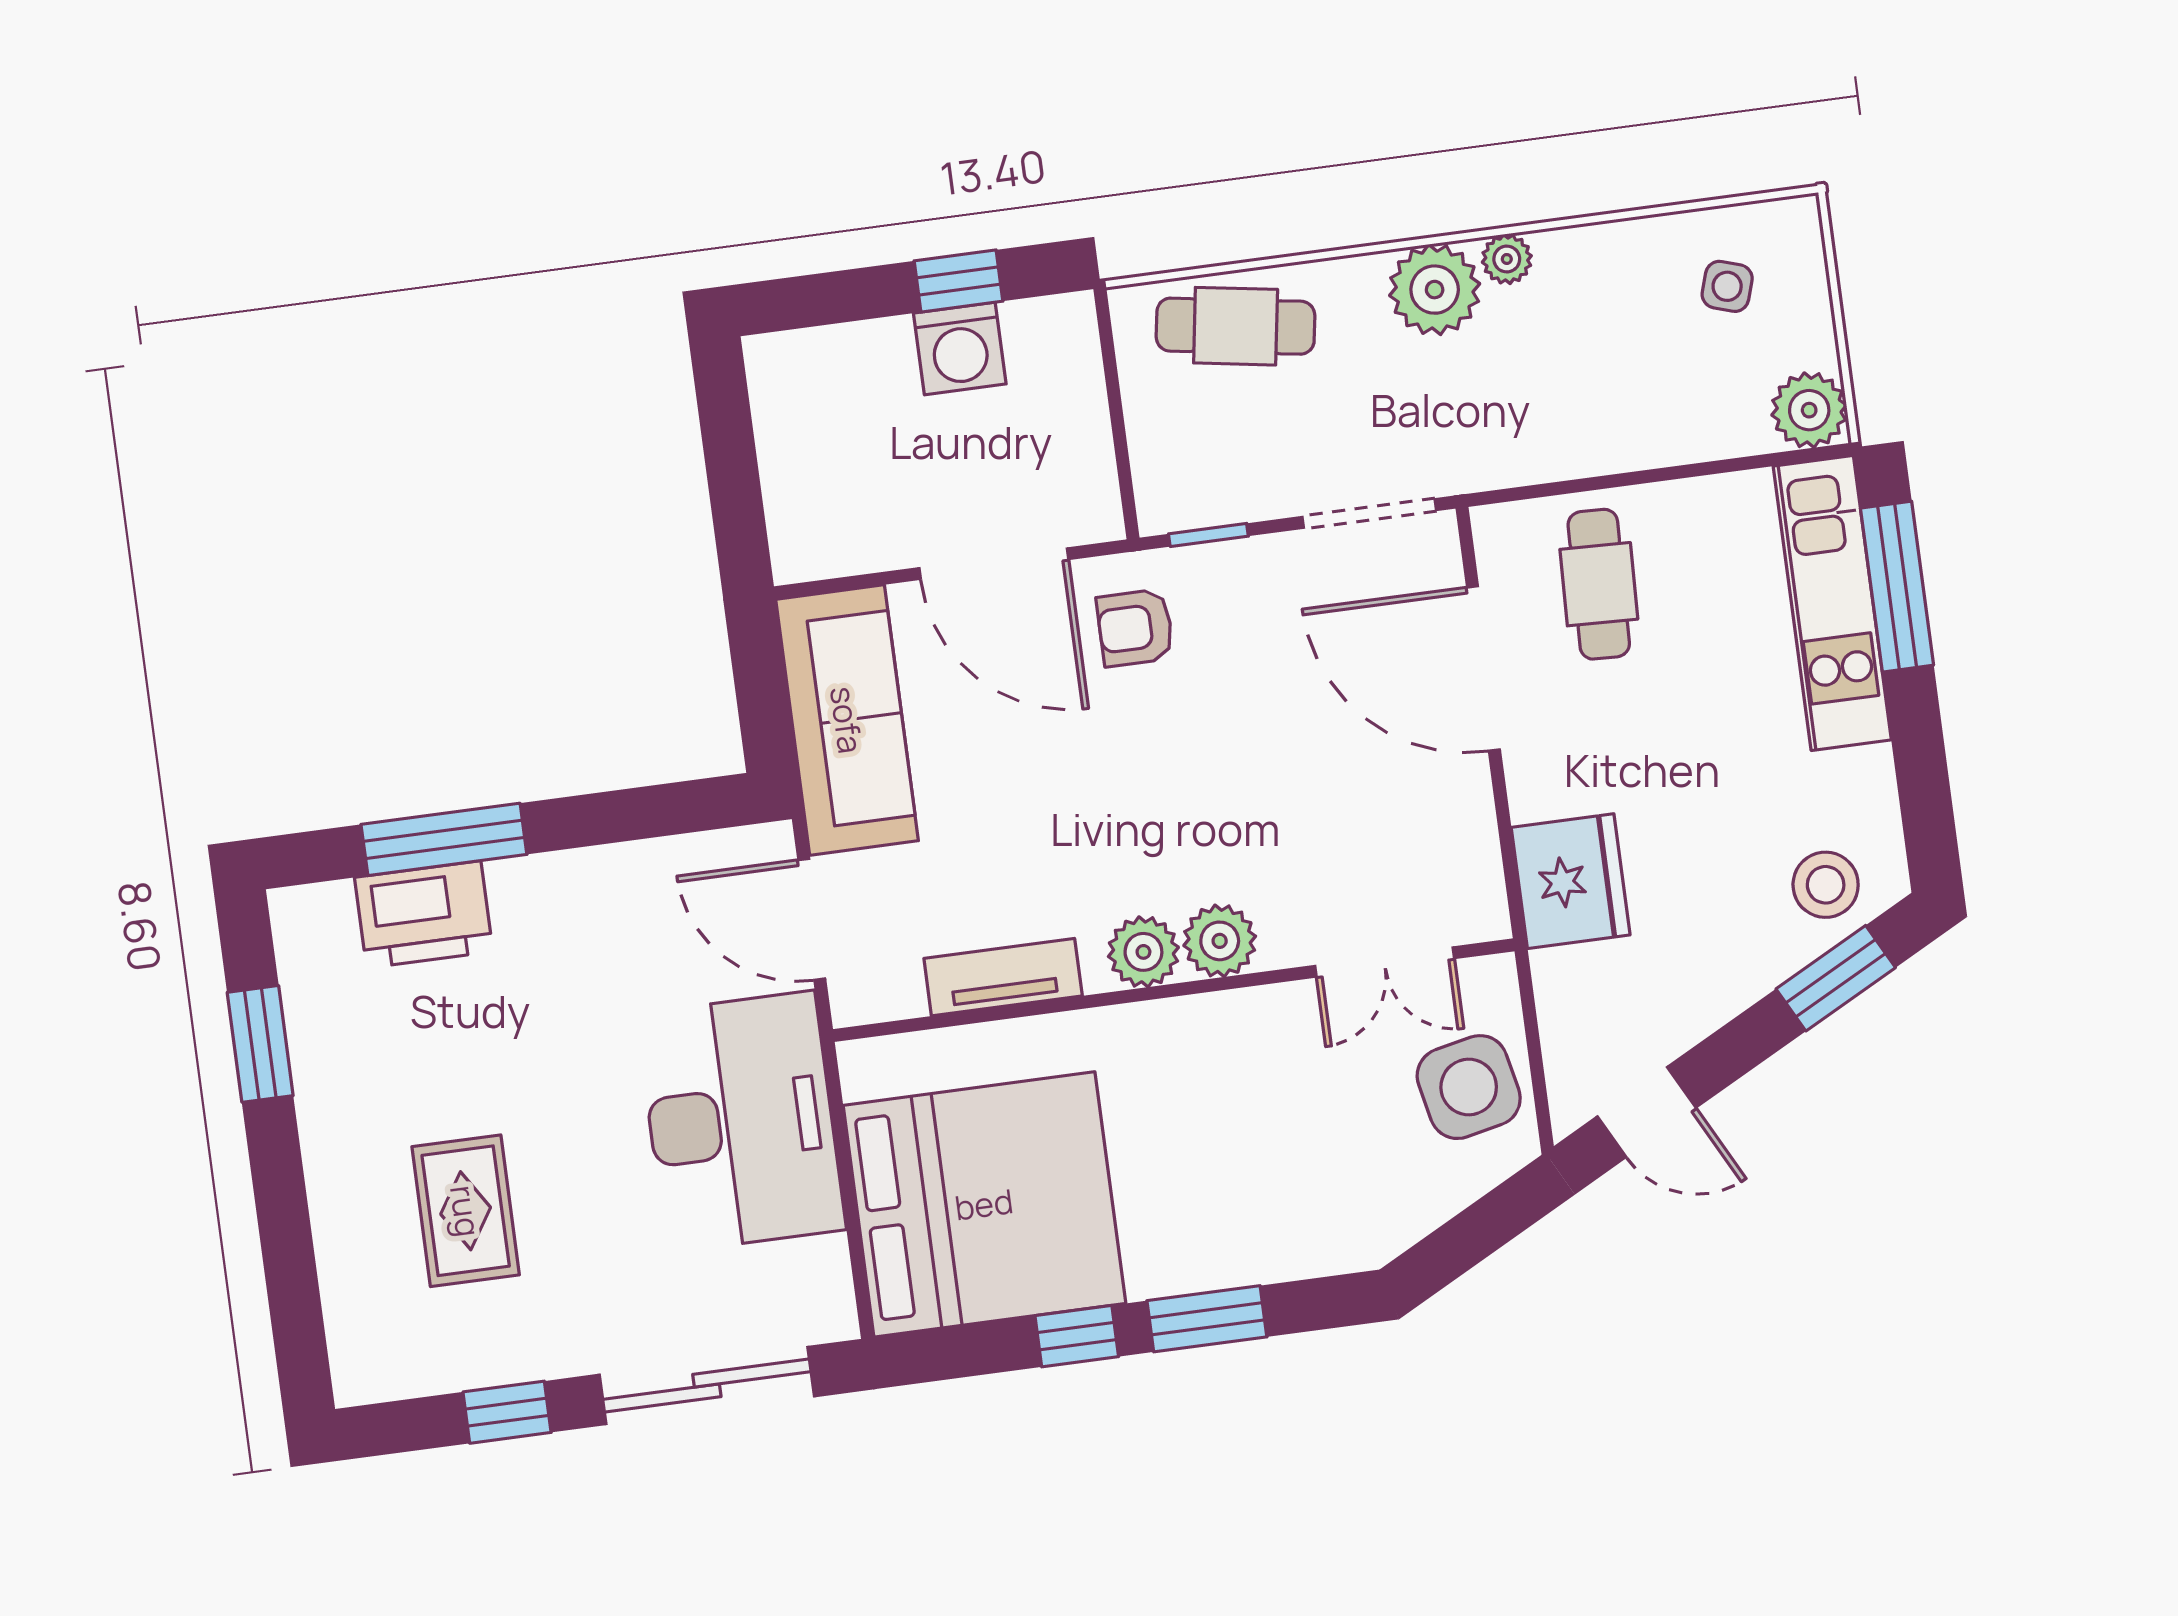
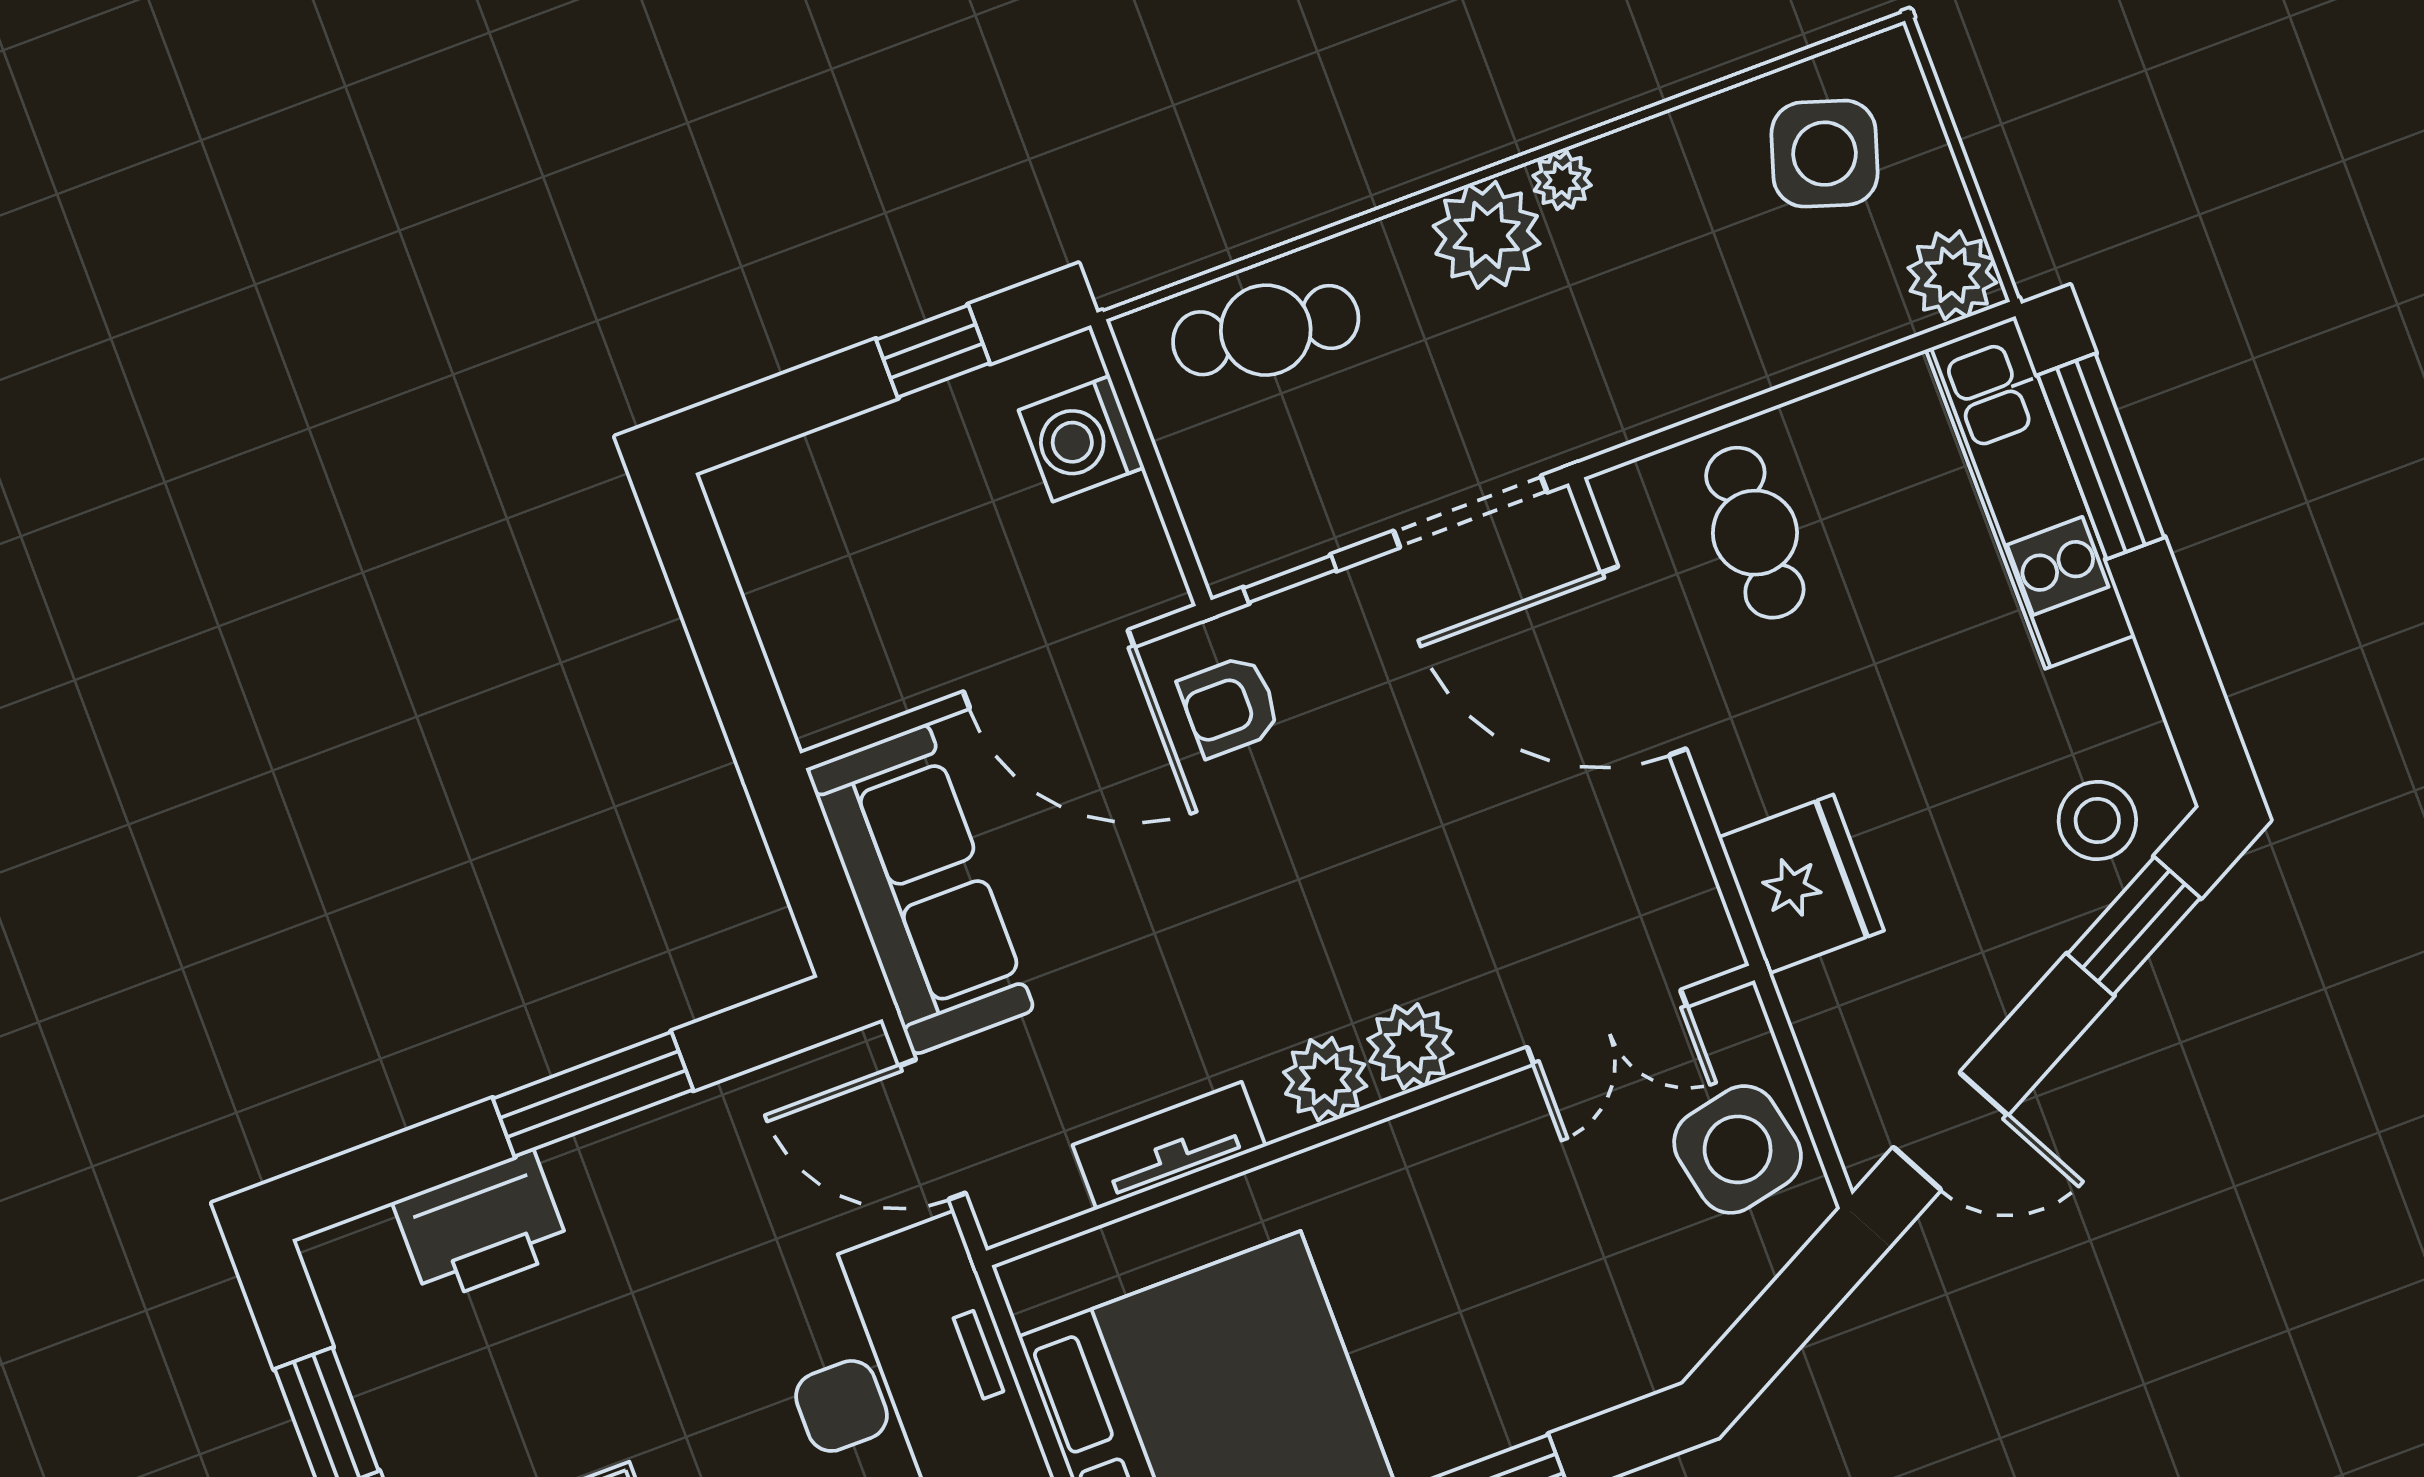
side table: (1727, 286) -> (1825, 154), width x1.87, depth x1.87
washing machine: (960, 349) -> (1081, 439), moved, turned 90
window: (444, 839) -> (593, 1094), moved

